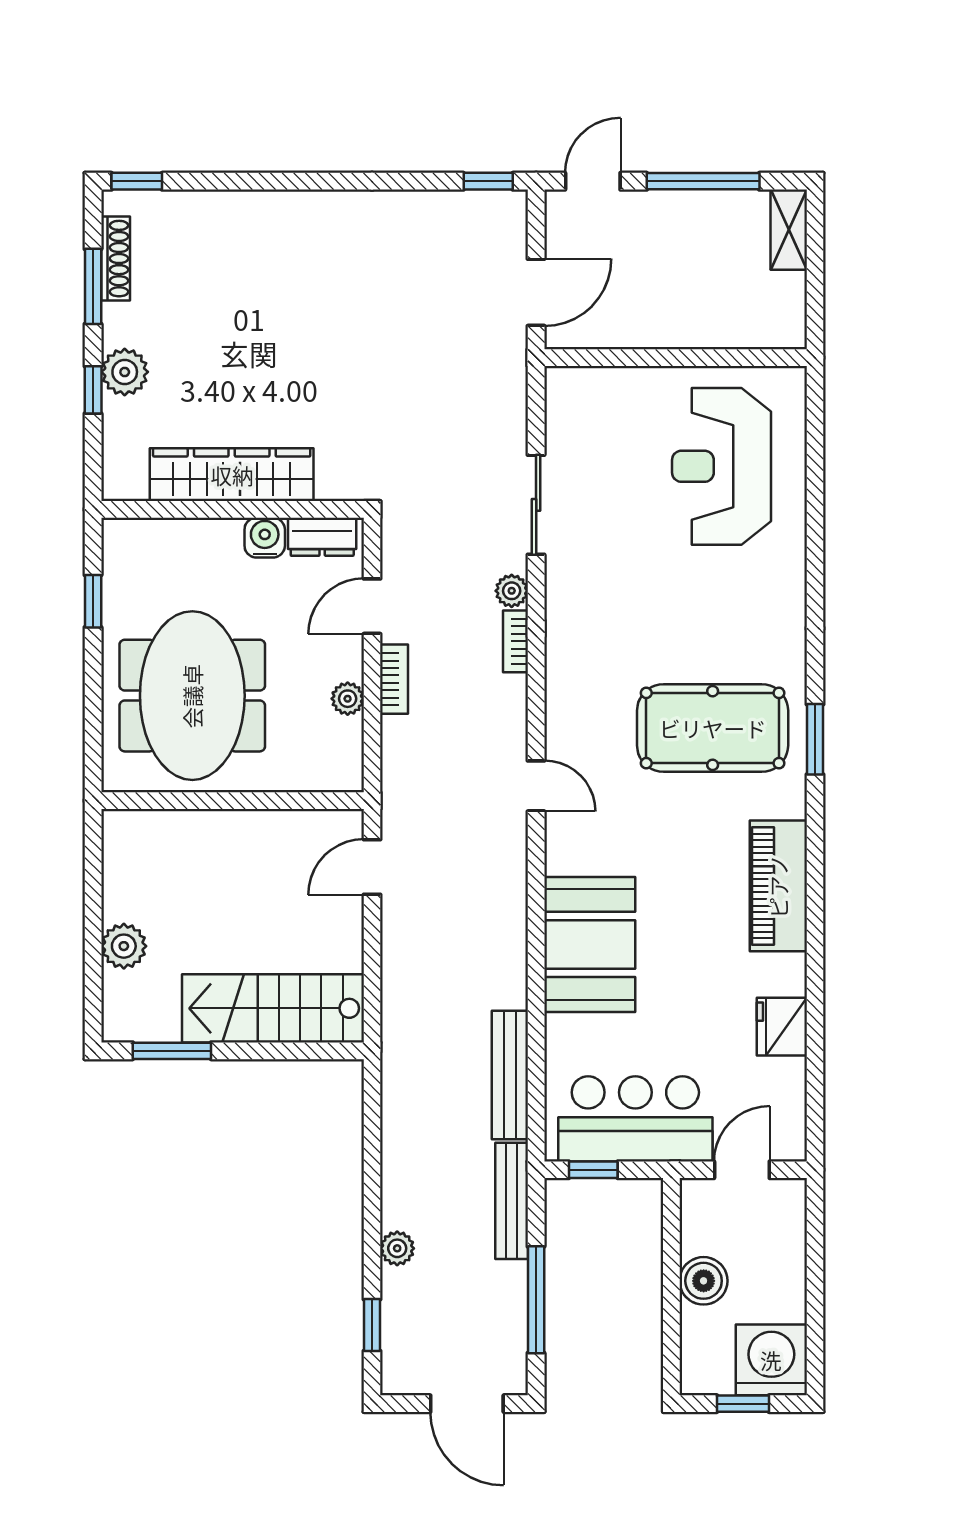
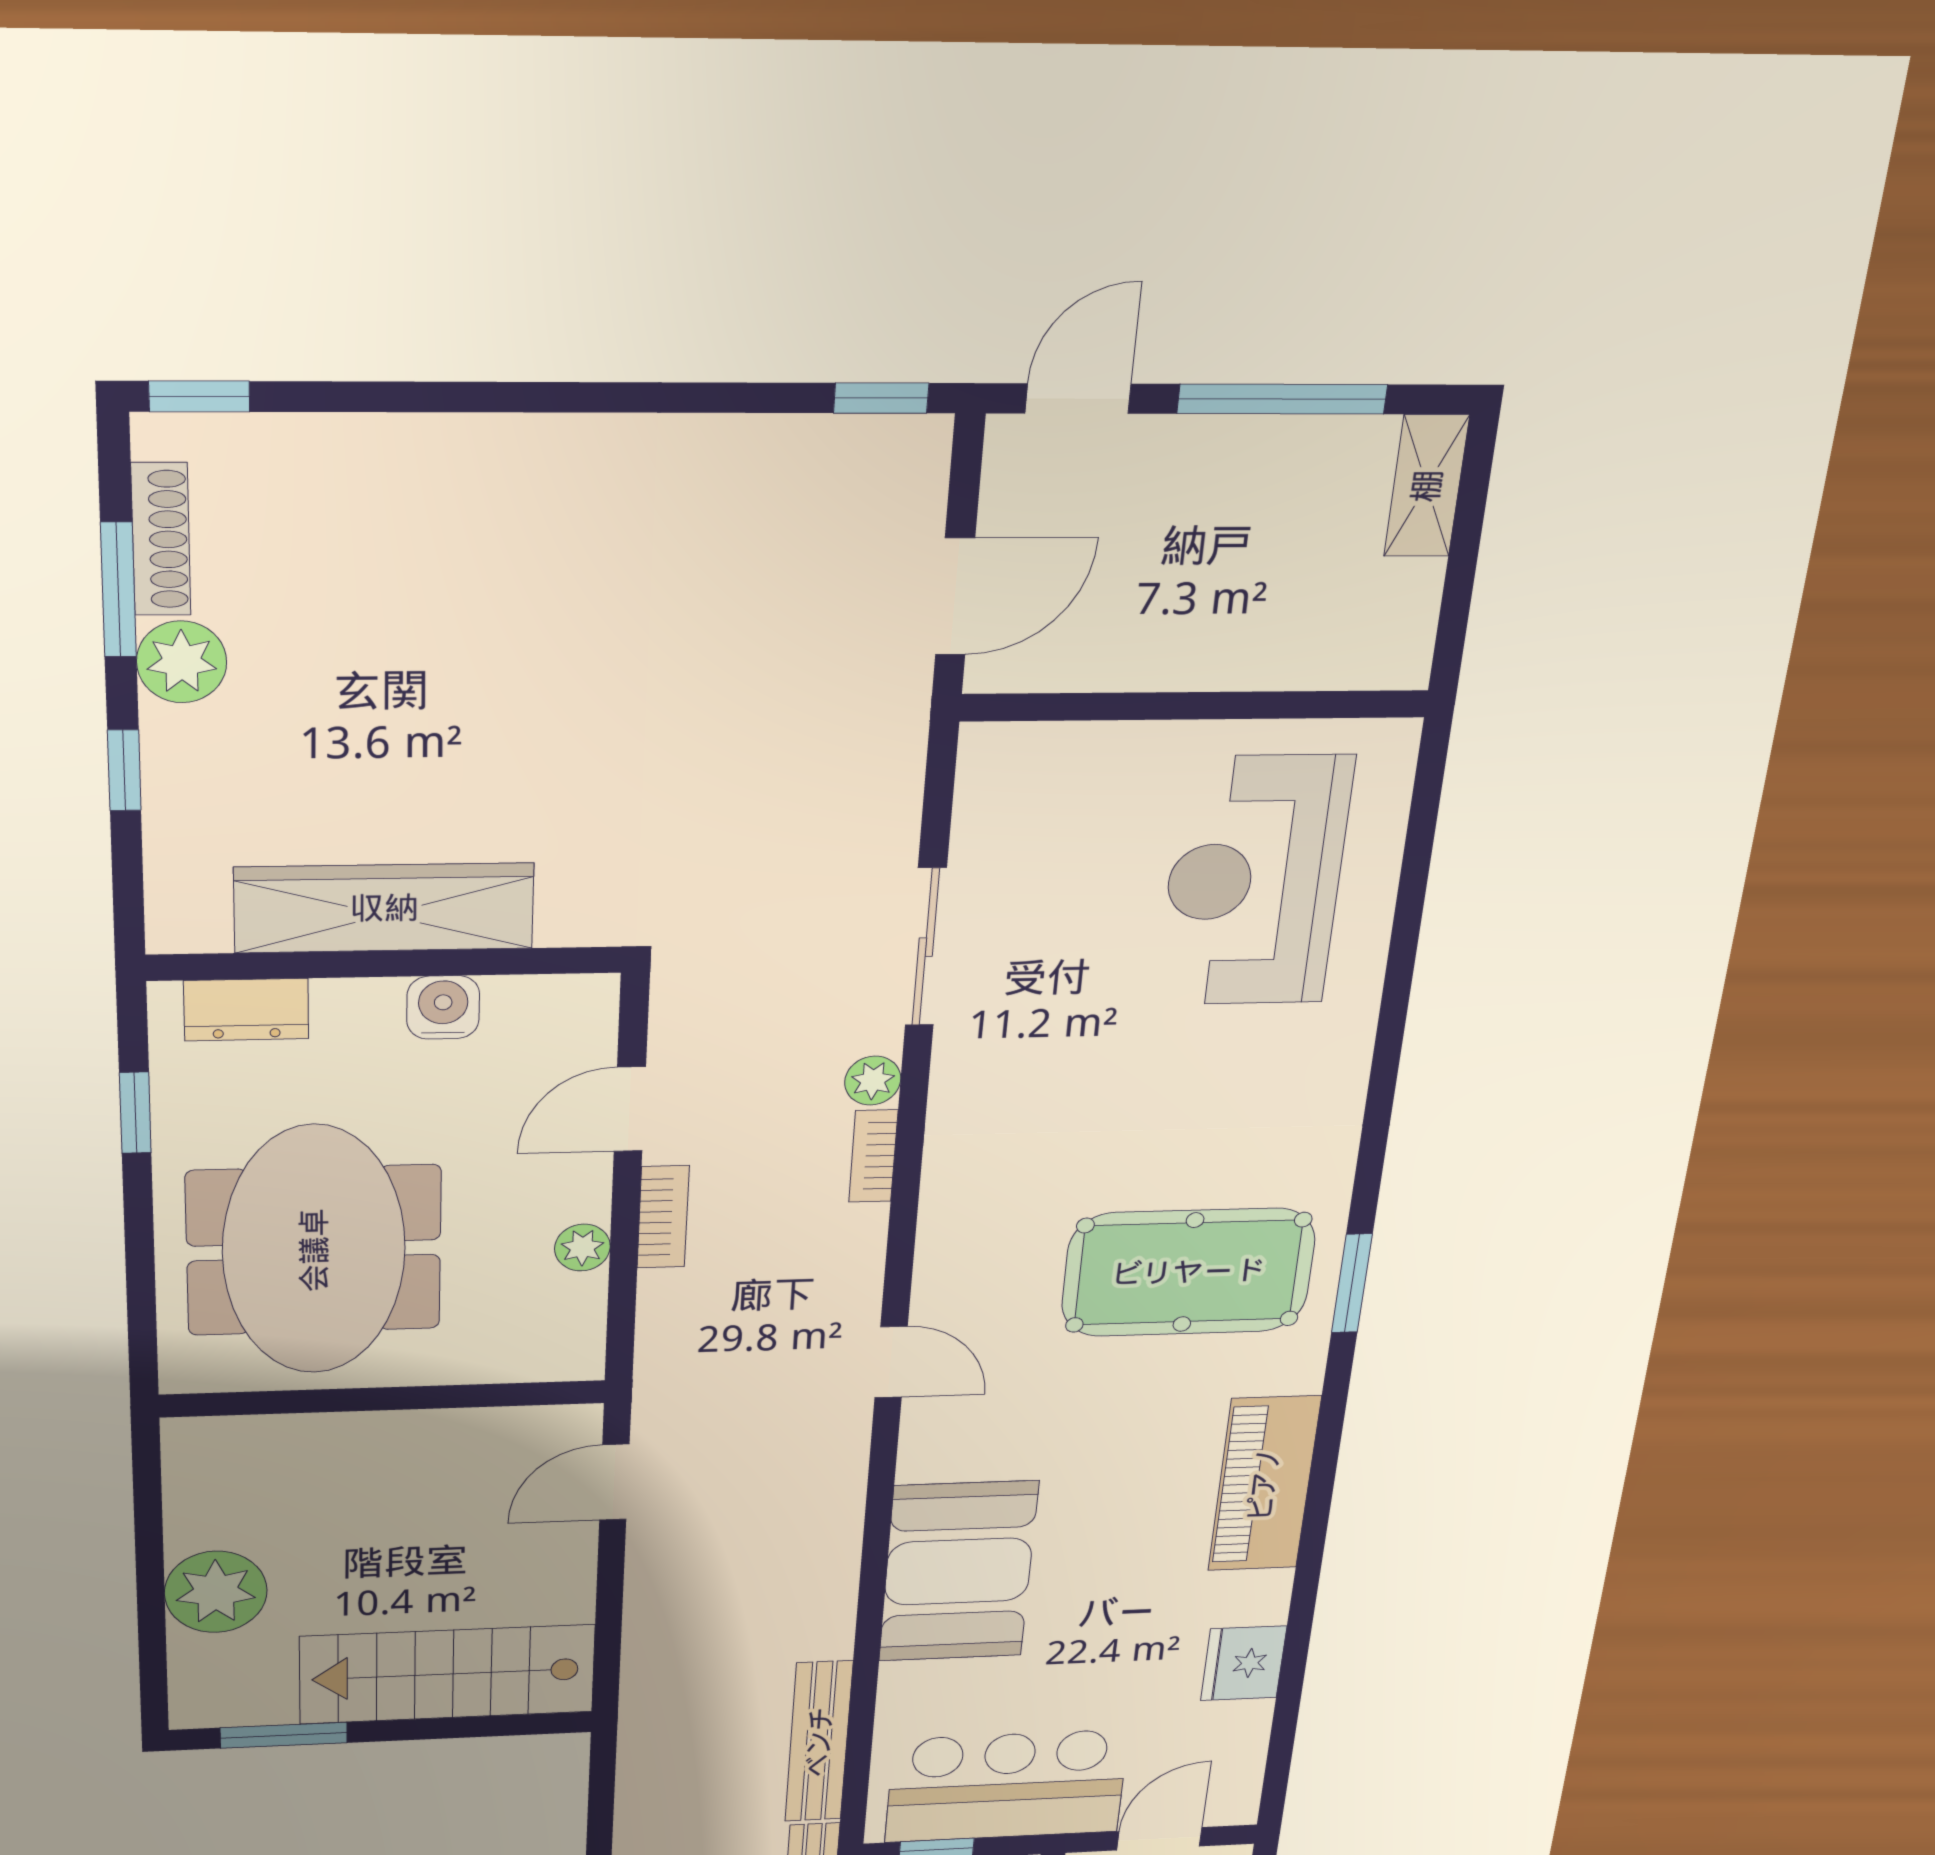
plant: (125, 372) -> (182, 662), moved
dresser: (322, 537) -> (246, 1010), moved
plant: (124, 946) -> (216, 1592), width x1.36, depth x1.36

